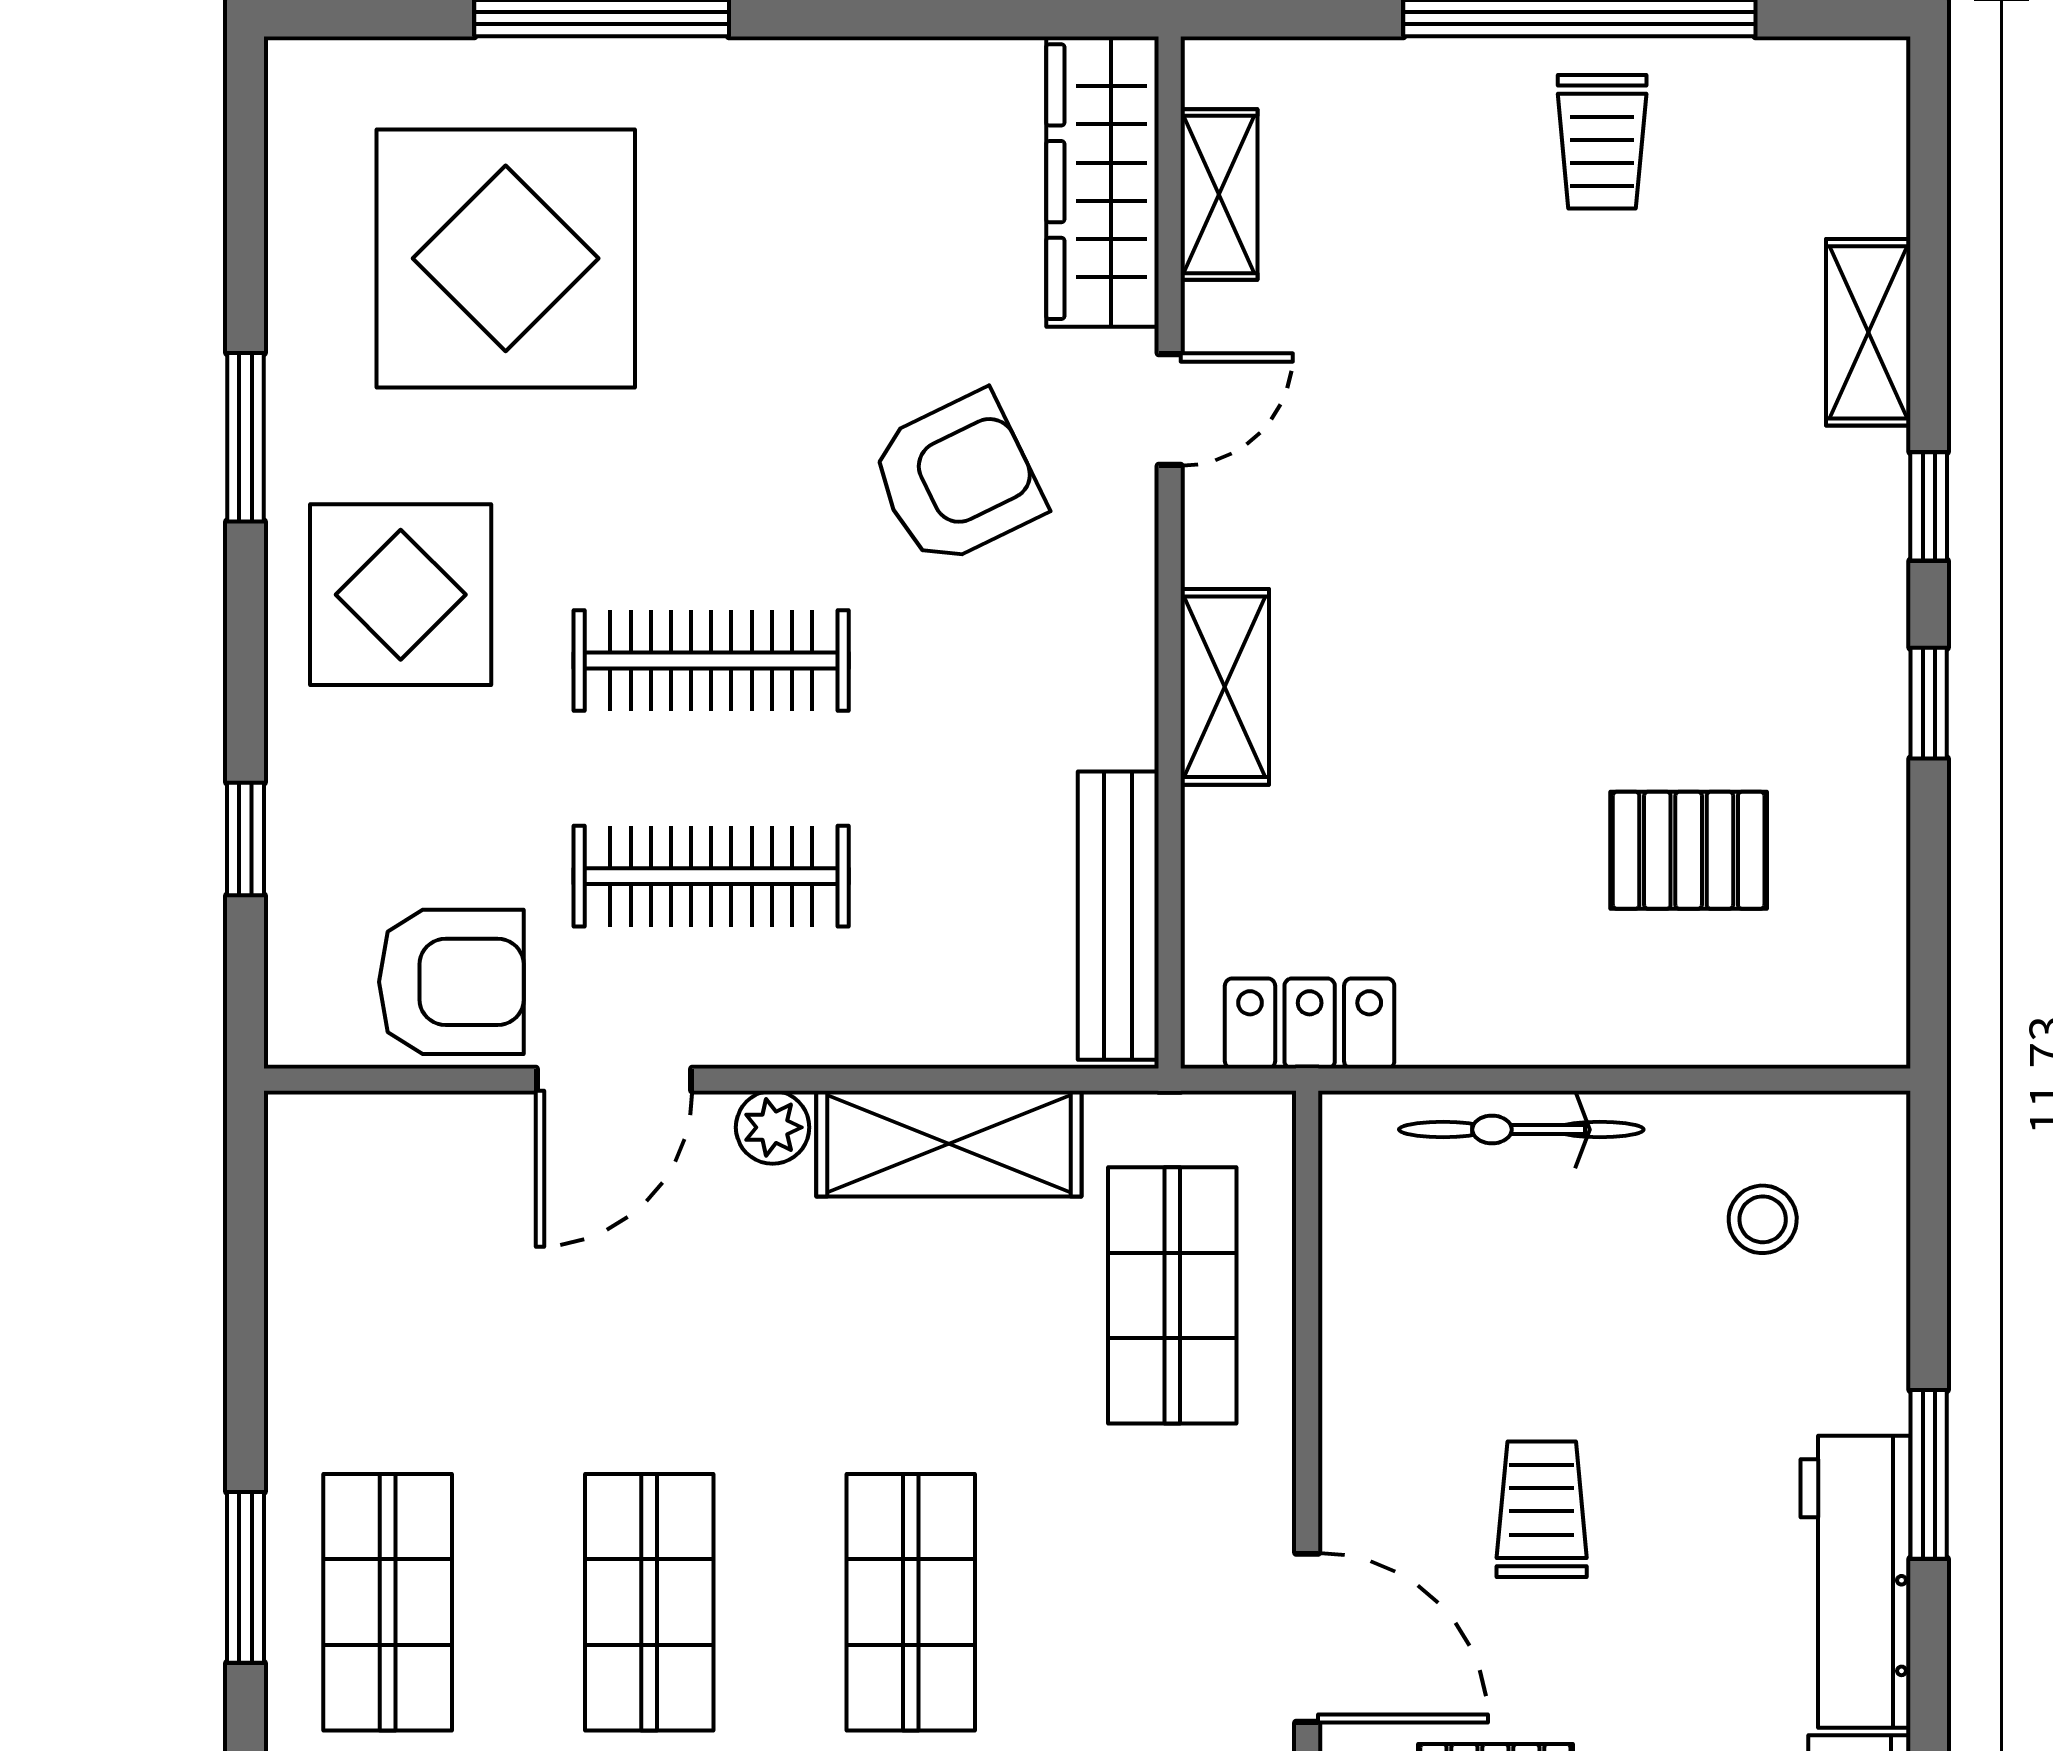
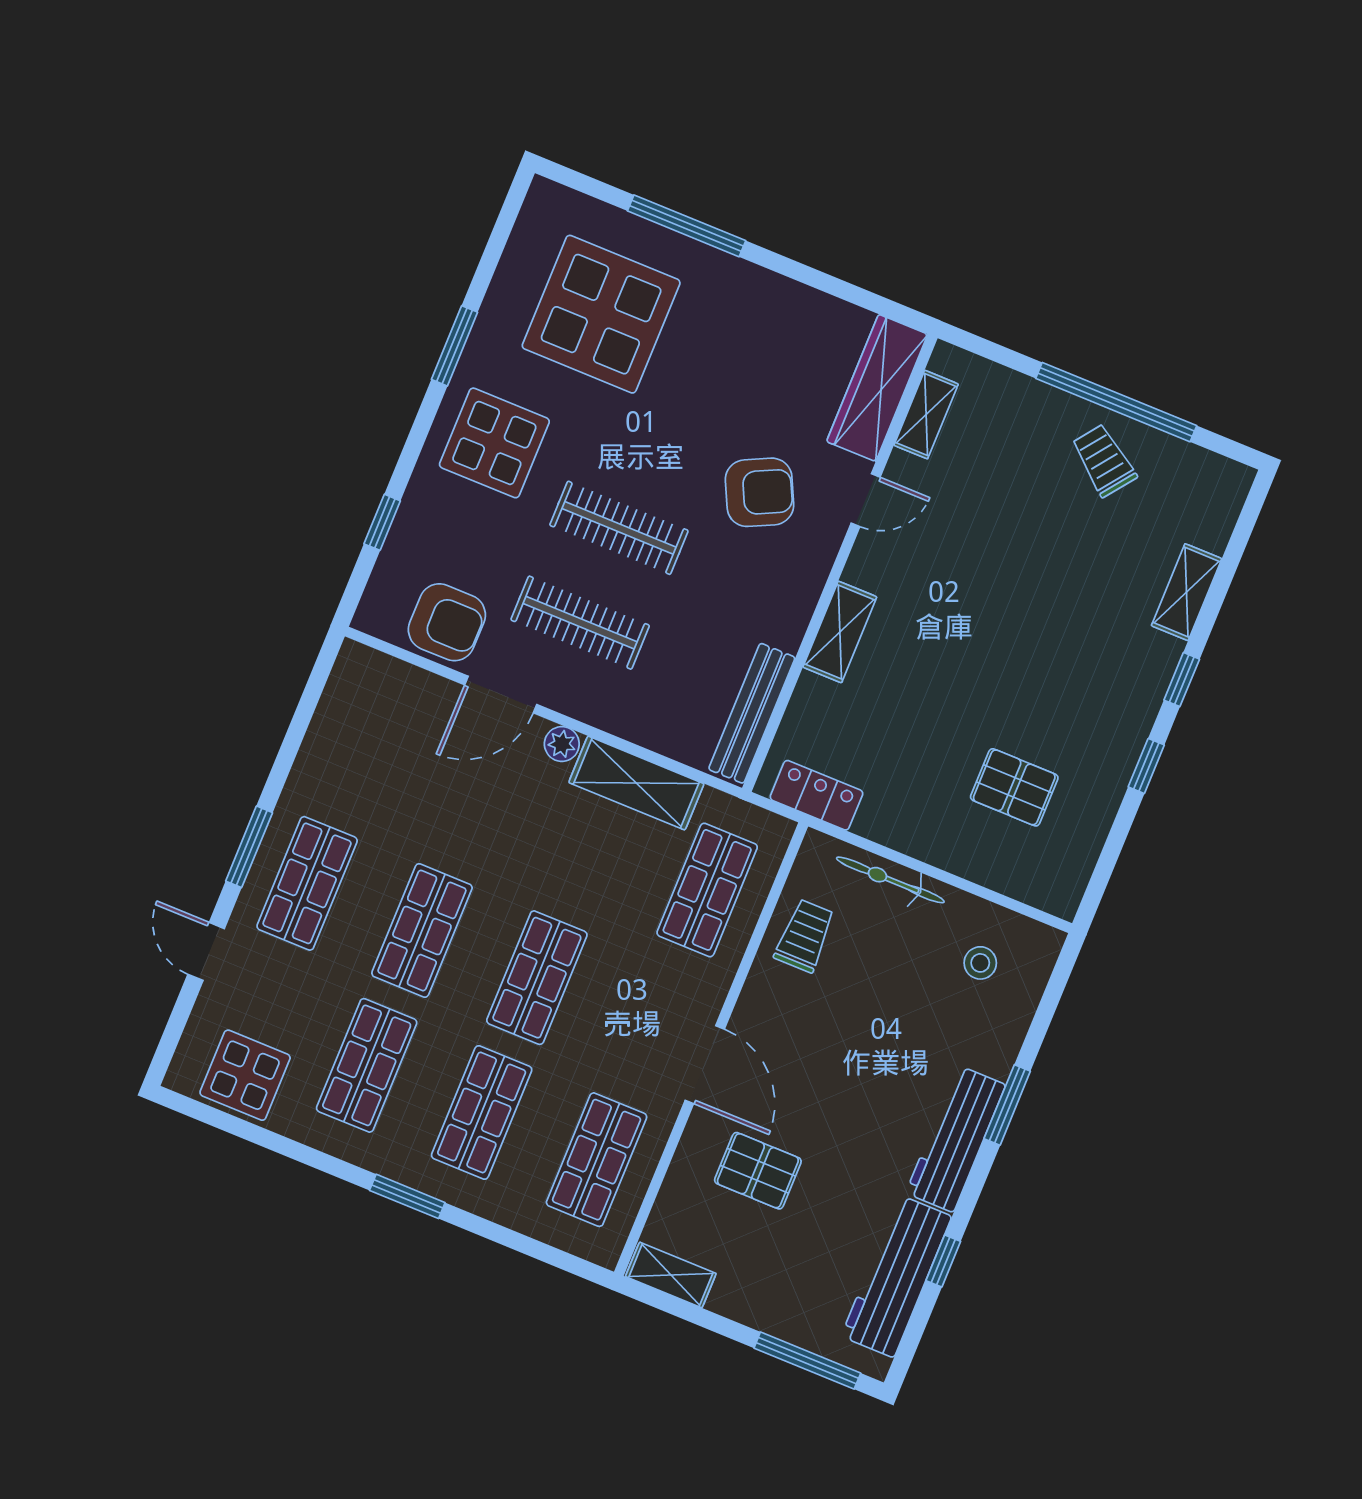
trolley: (1602, 142) -> (1104, 460), turned 127
trolley: (1542, 1509) -> (805, 936), moved

